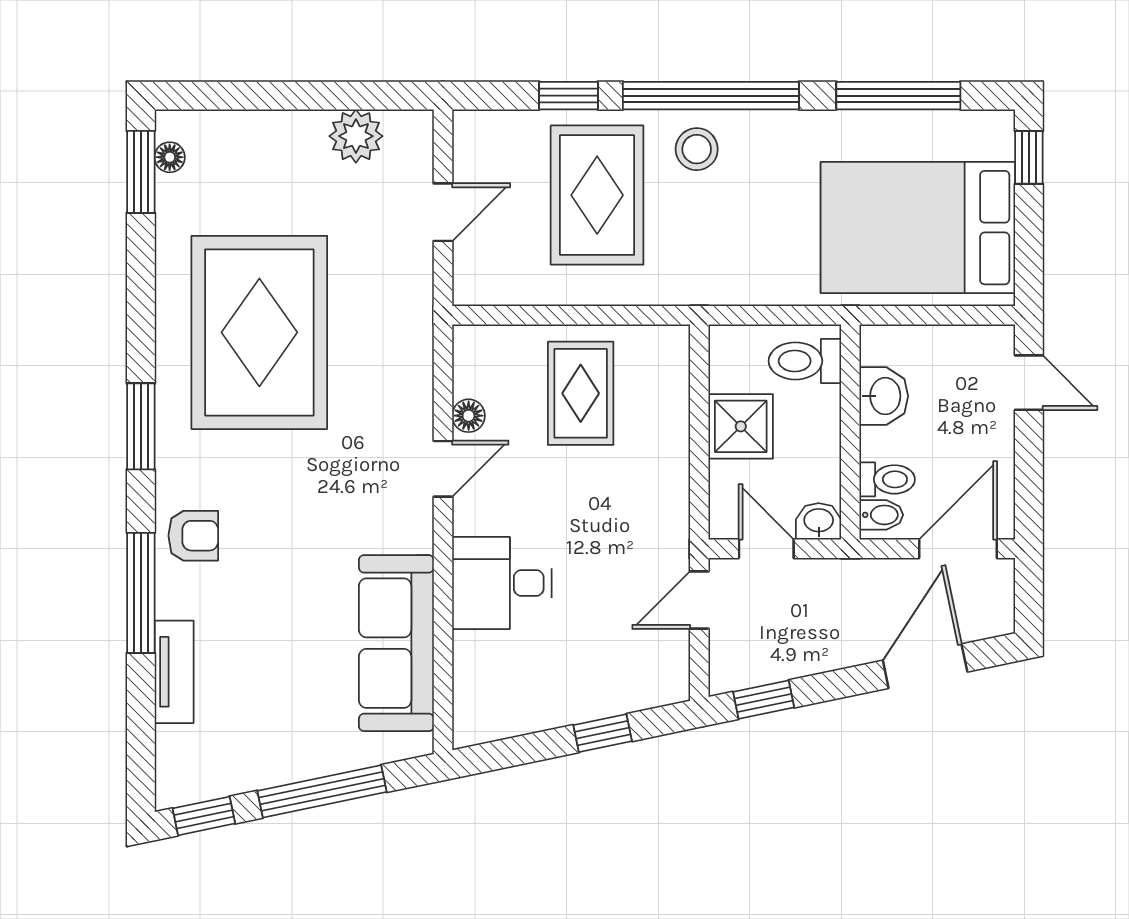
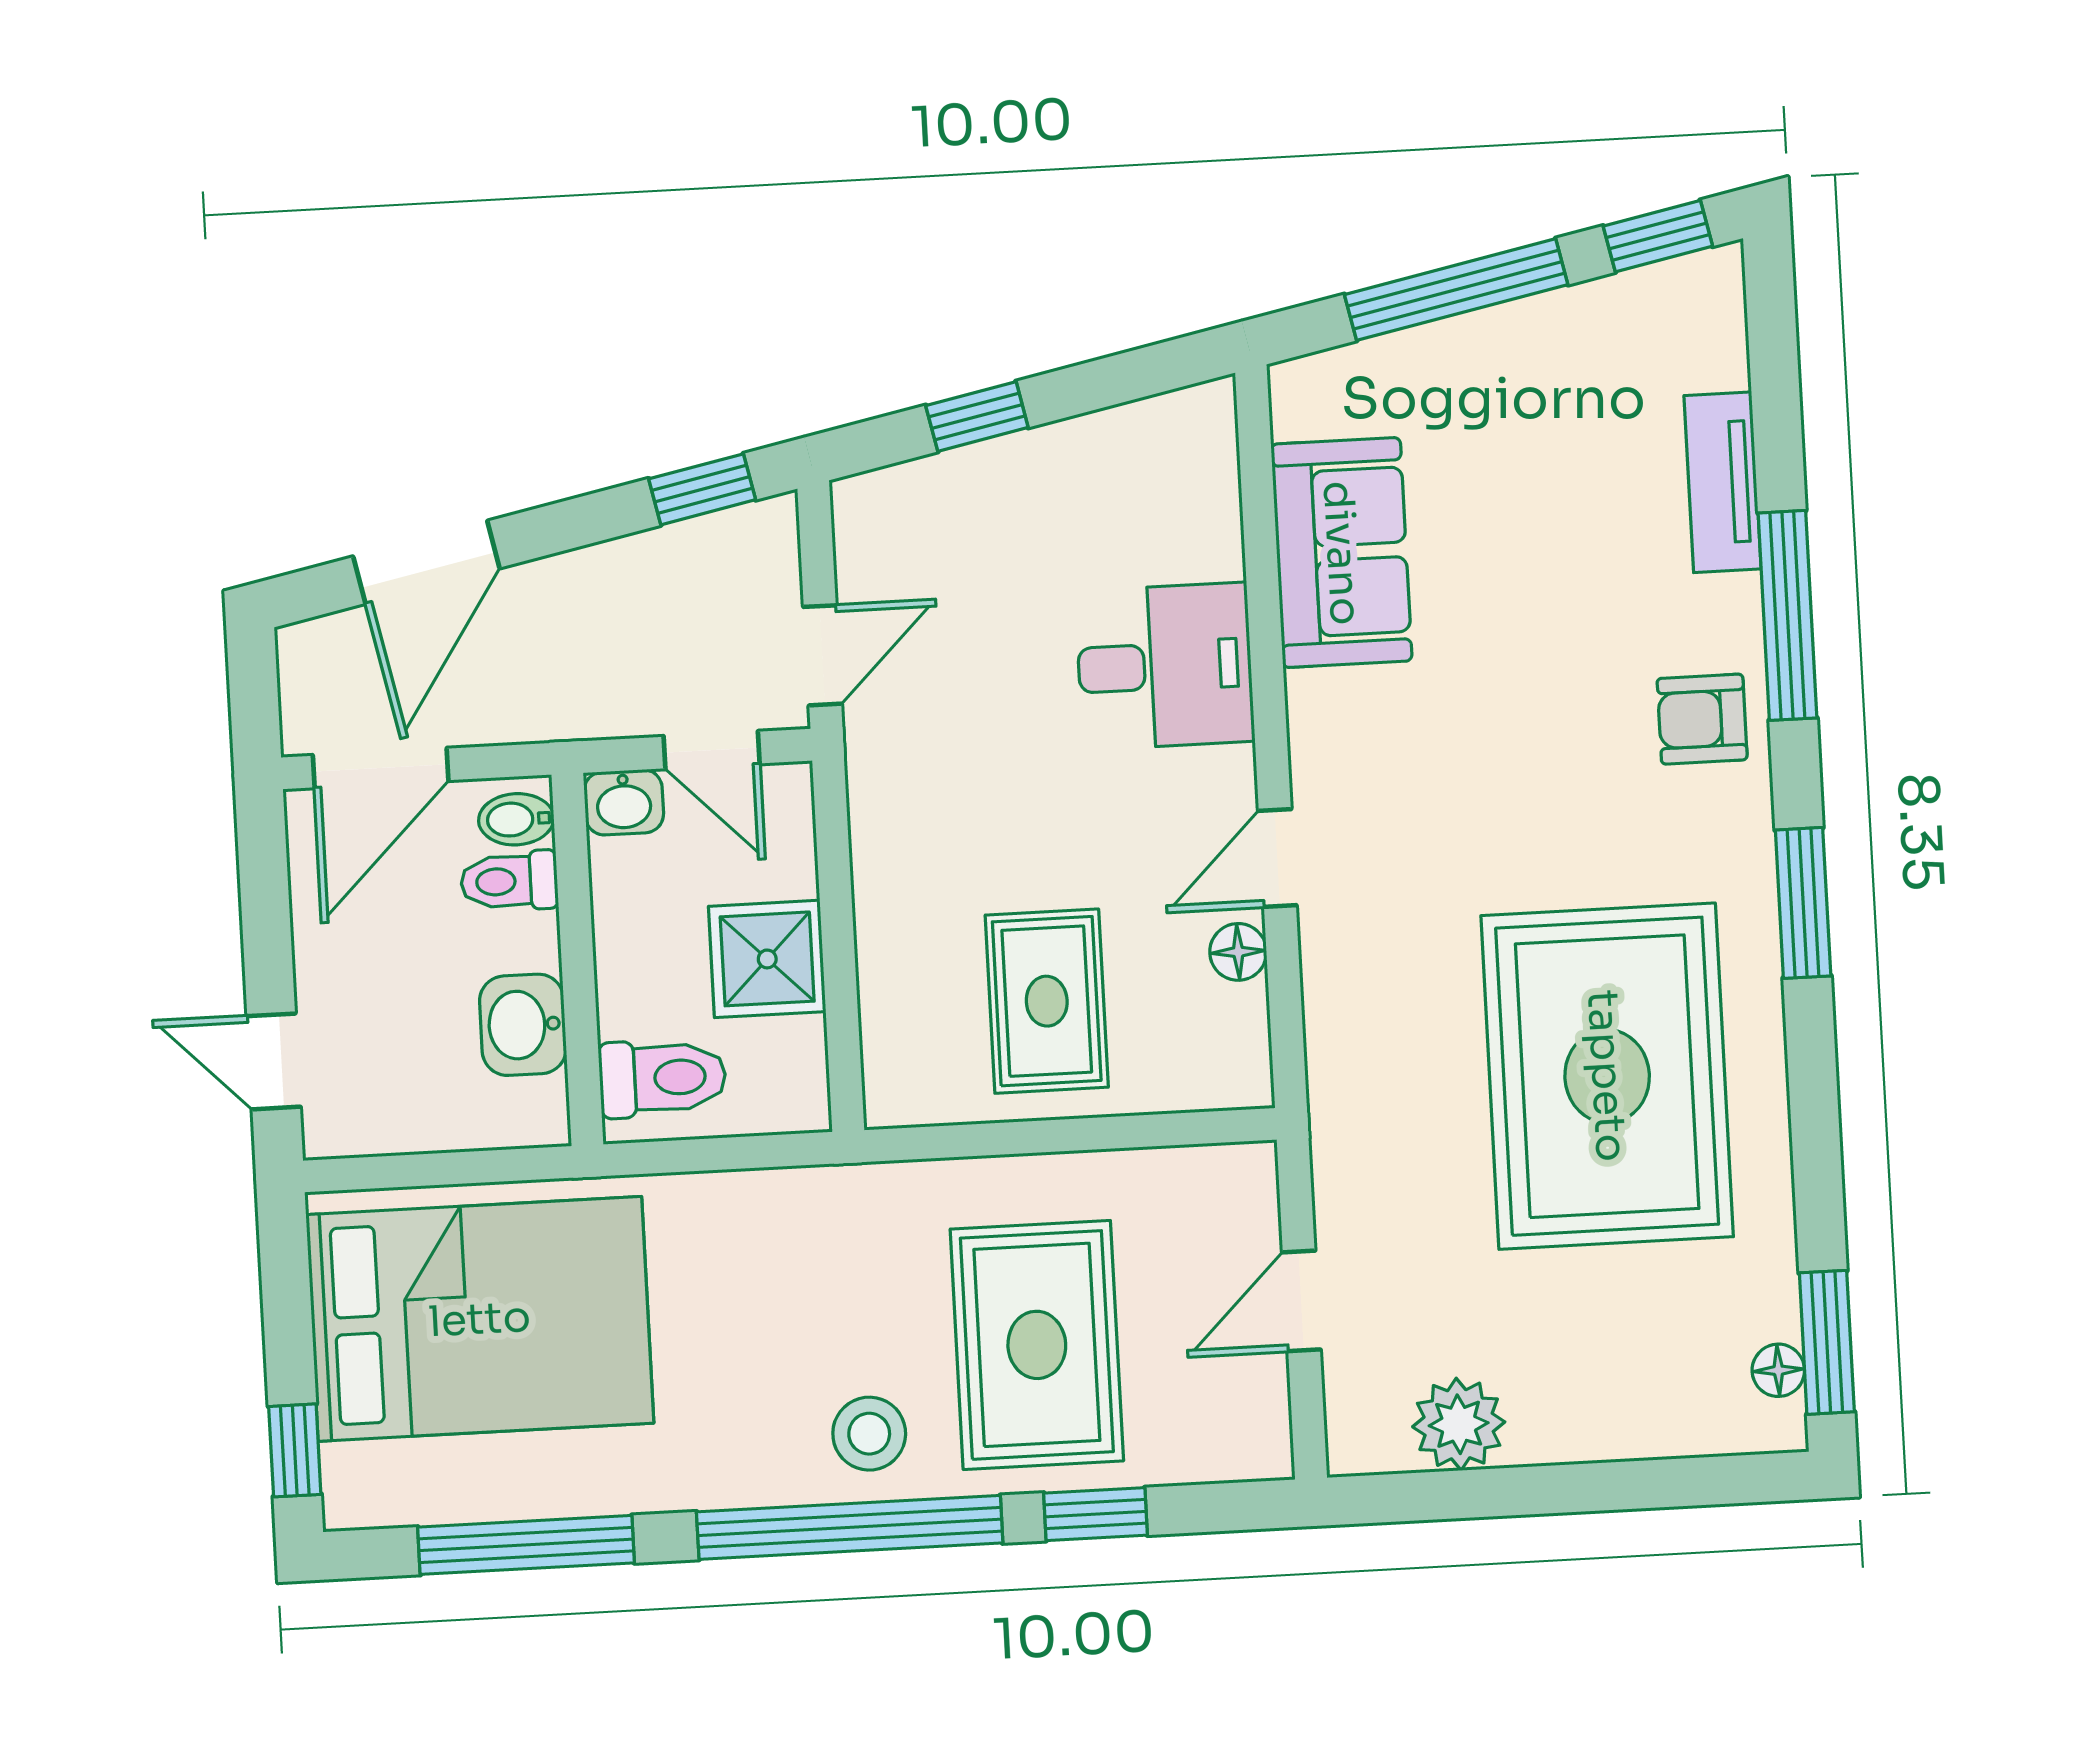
sofa: (396, 643) -> (1342, 553), width x0.73

